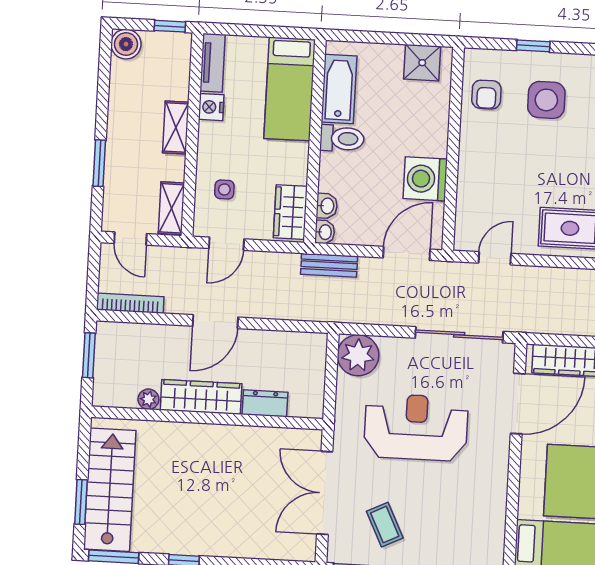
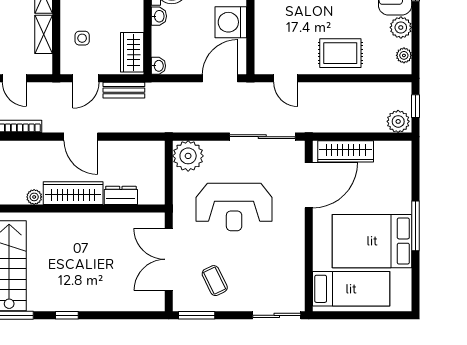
washbasin: (327, 206) -> (159, 16), moved
shelving: (171, 208) -> (44, 34), moved
door: (495, 258) -> (286, 78), swing flipped
bench: (329, 265) -> (124, 90), moved
door: (215, 322) -> (81, 137), hinge flipped
reception desk: (416, 427) -> (234, 207), turned 180

